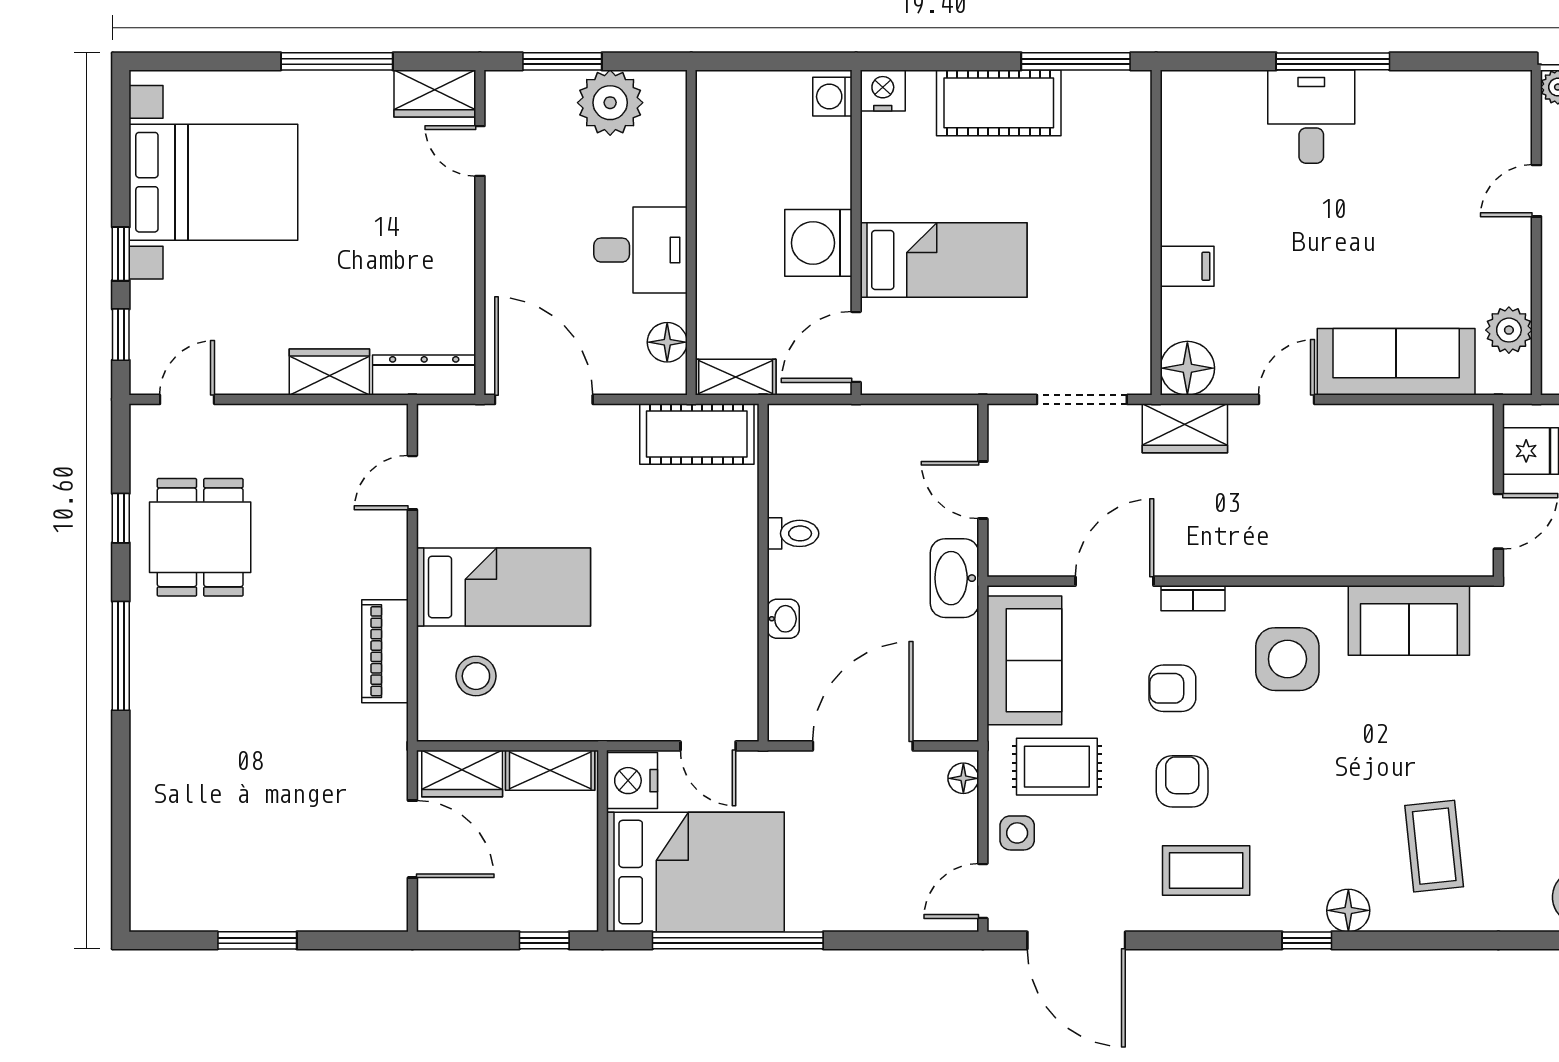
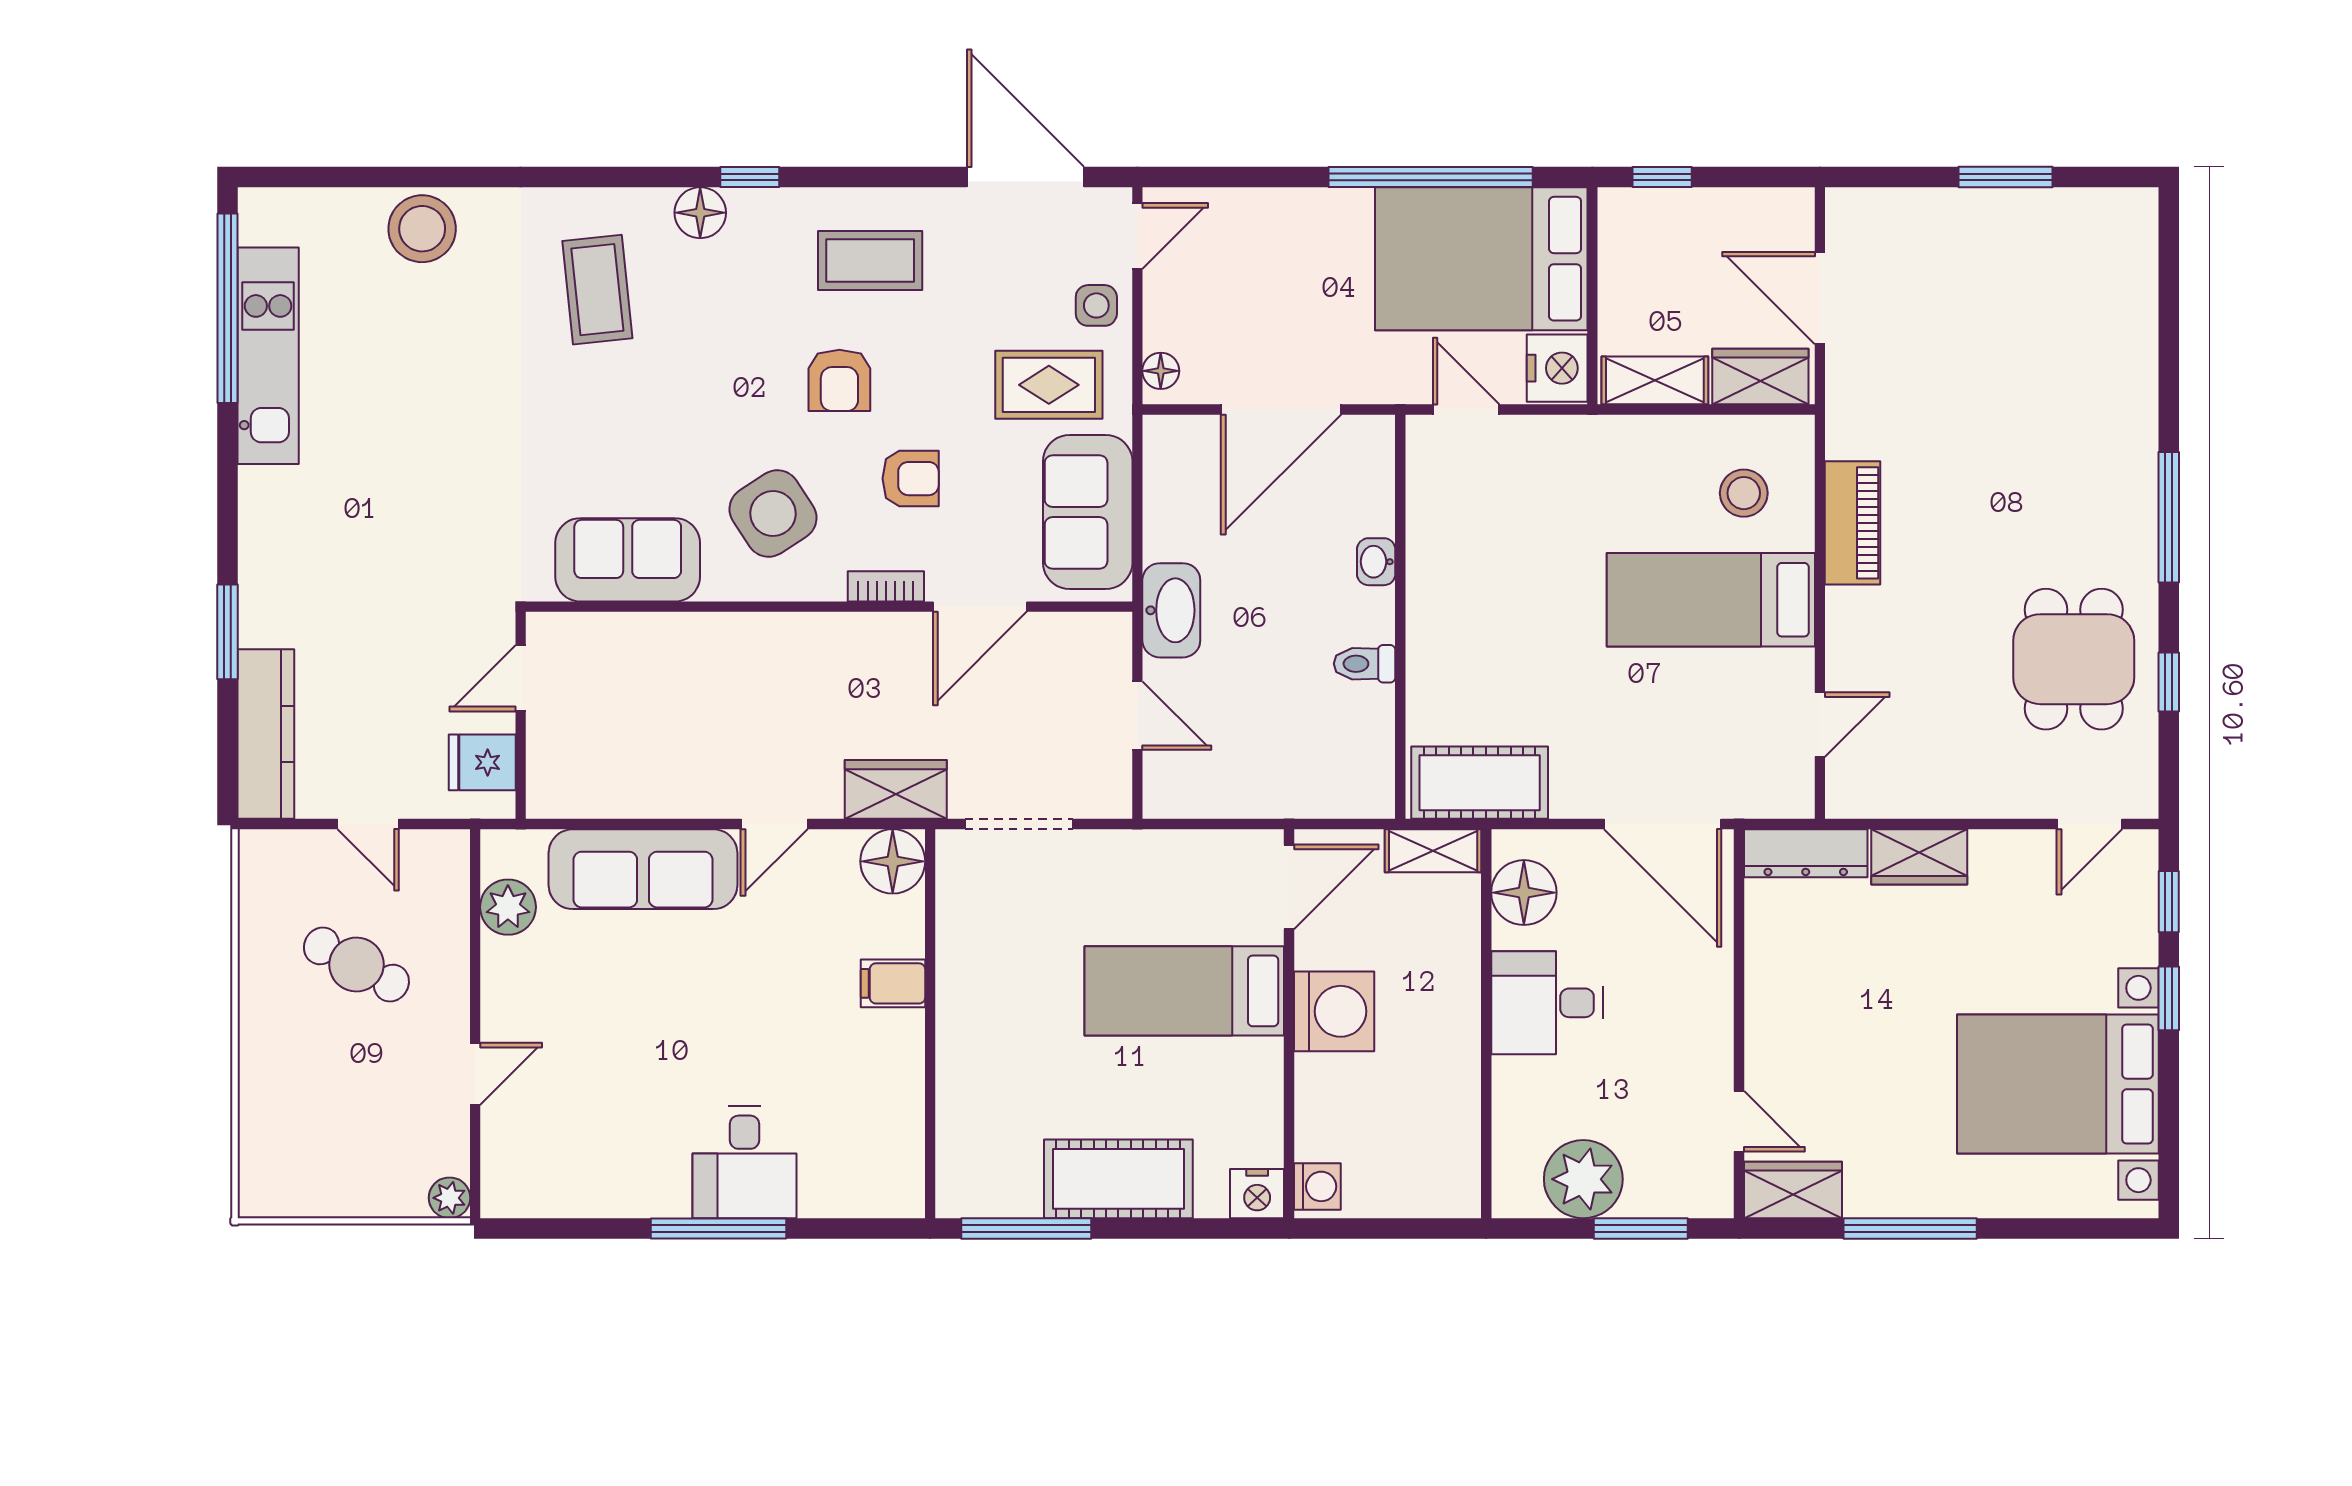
floor lamp: (667, 342) -> (1524, 893), width x1.38, depth x1.38
side table: (1287, 659) -> (773, 513), turned -33
armchair: (1182, 781) -> (839, 380), moved

